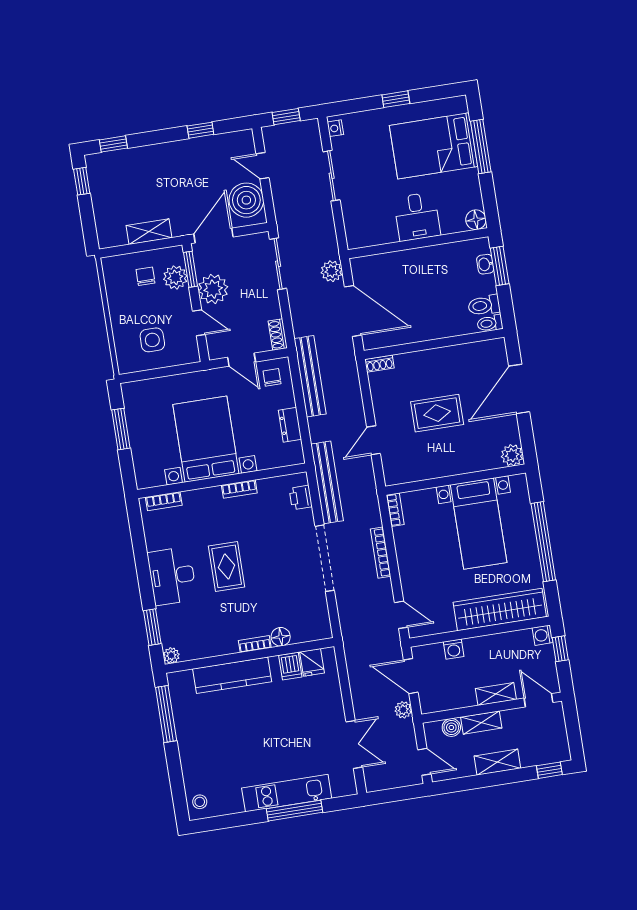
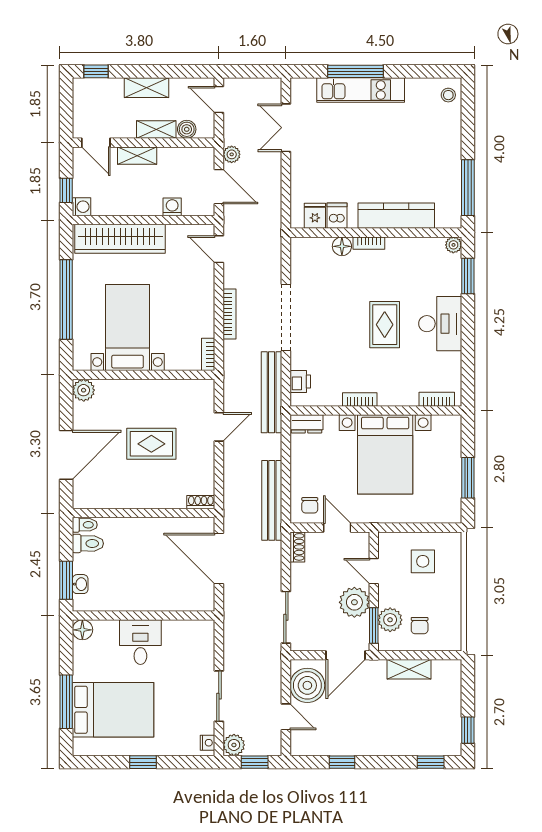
plant: (332, 271) -> (234, 745), moved
dresser: (290, 425) -> (306, 424), moved, turned 90

